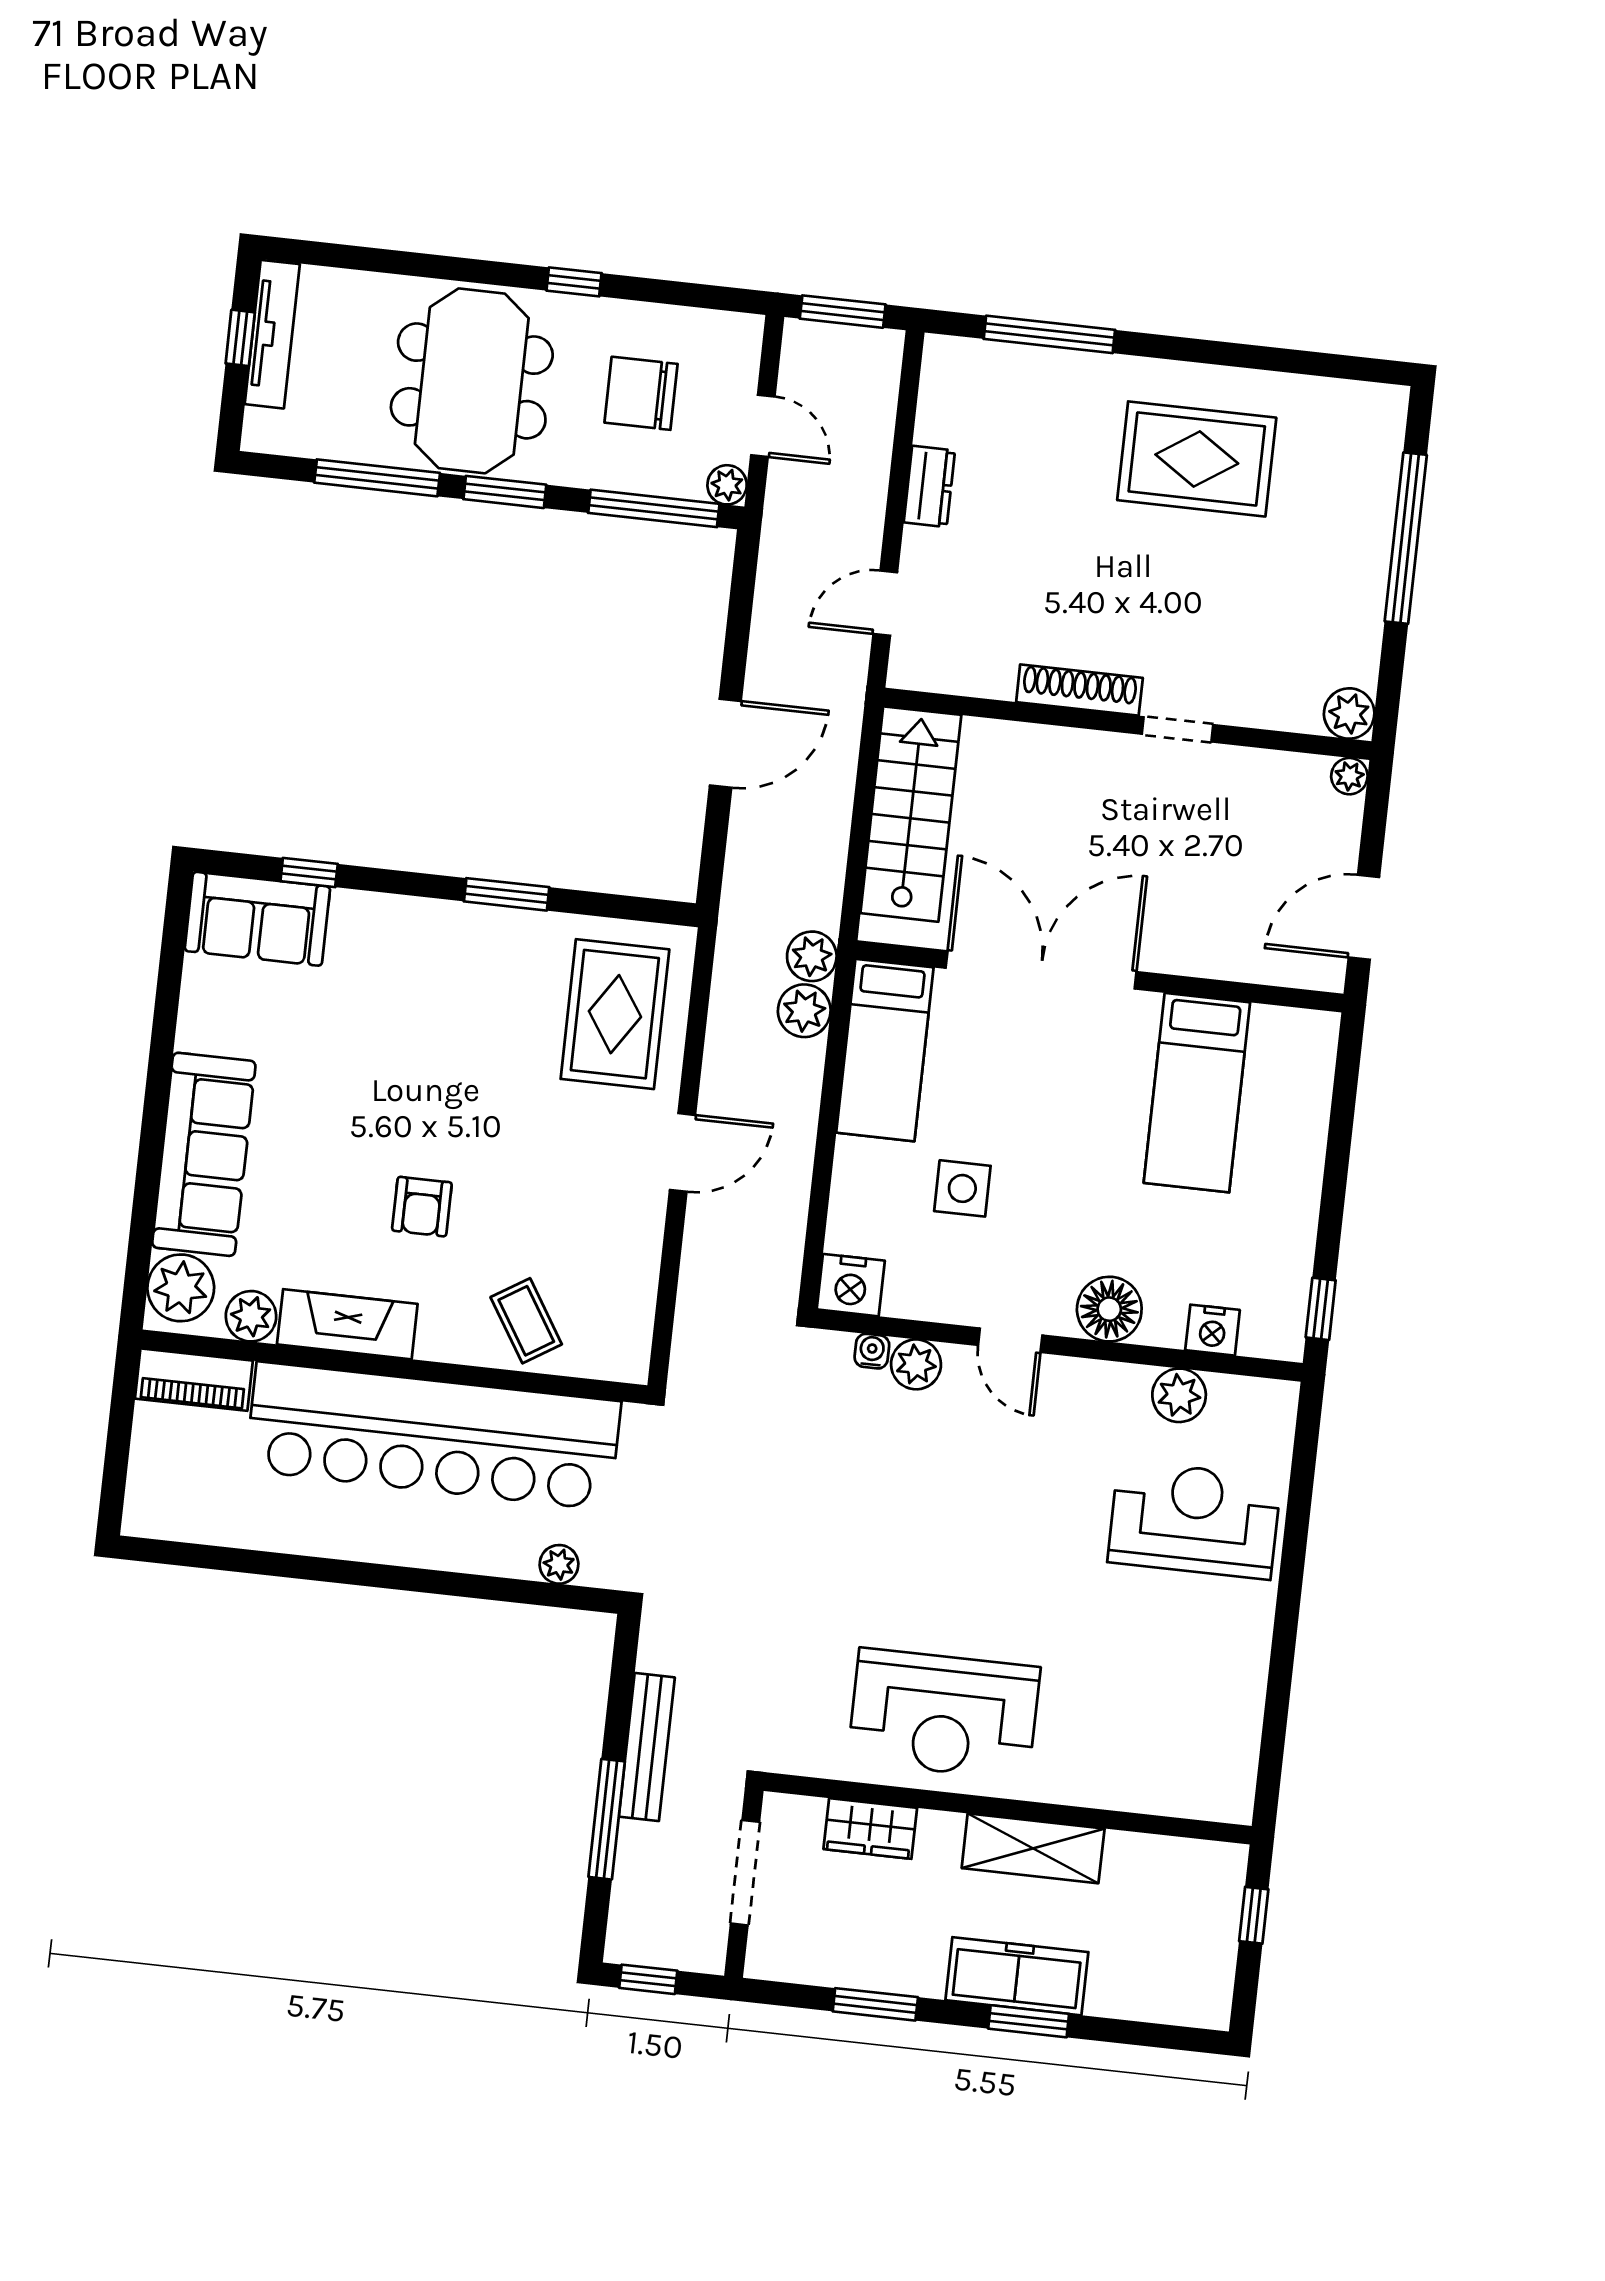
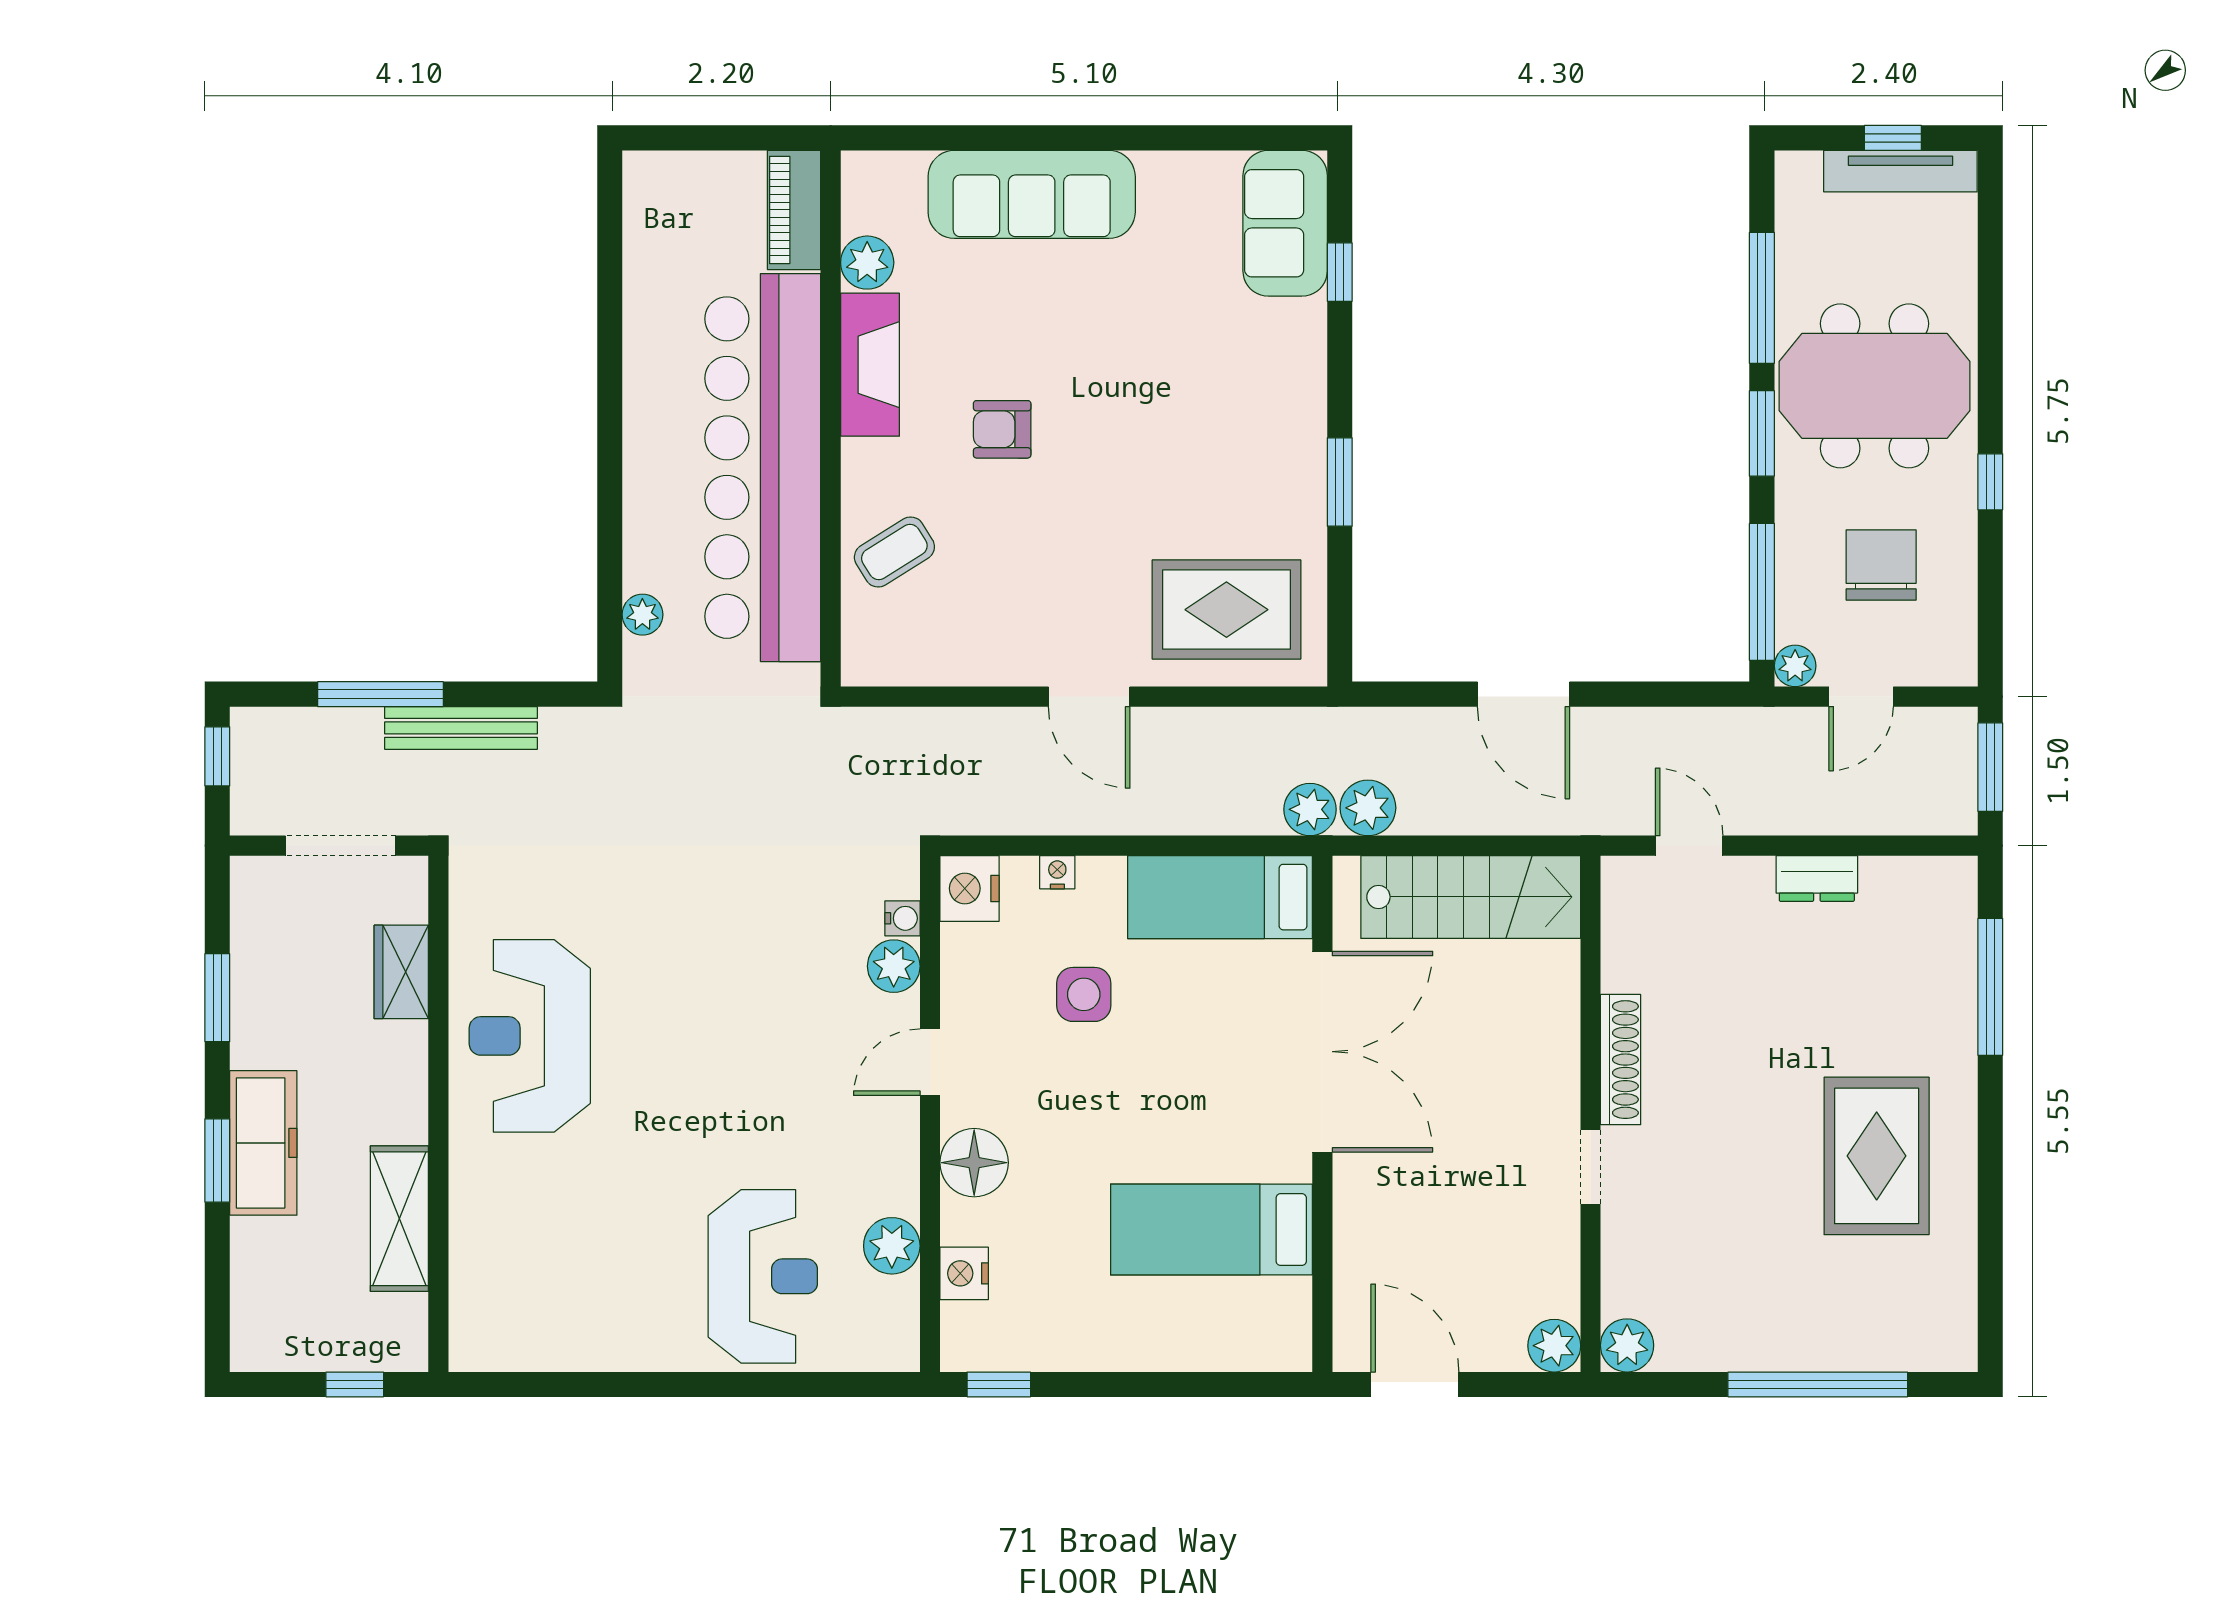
plant: (1349, 776) -> (1554, 1346), width x1.38, depth x1.38
plant: (804, 1011) -> (1368, 808), moved
nightstand: (845, 1201) -> (1057, 872), added
plant: (181, 1288) -> (889, 186), removed
shelving: (1033, 1848) -> (399, 1219), moved

